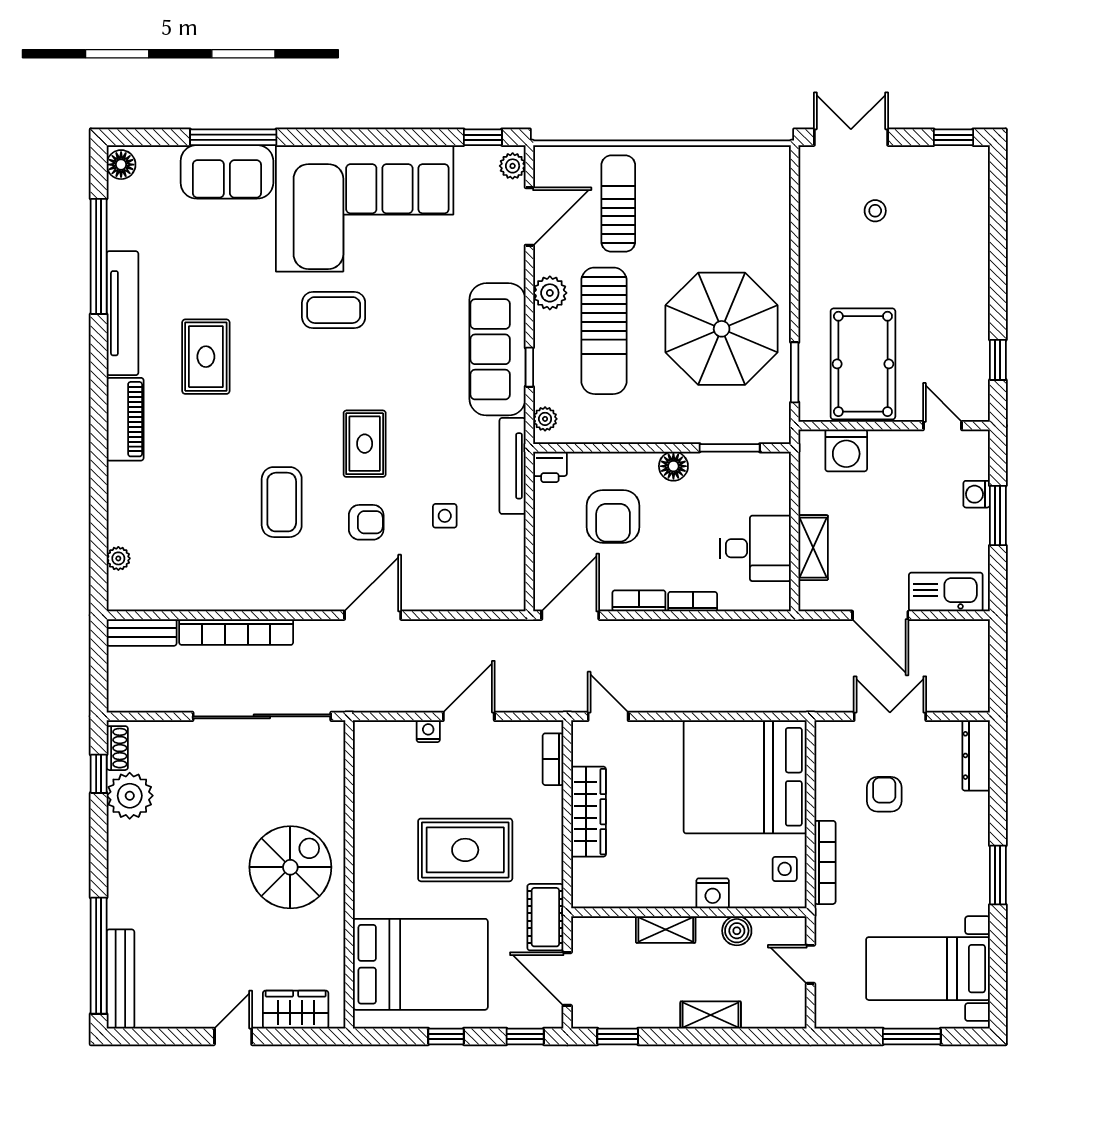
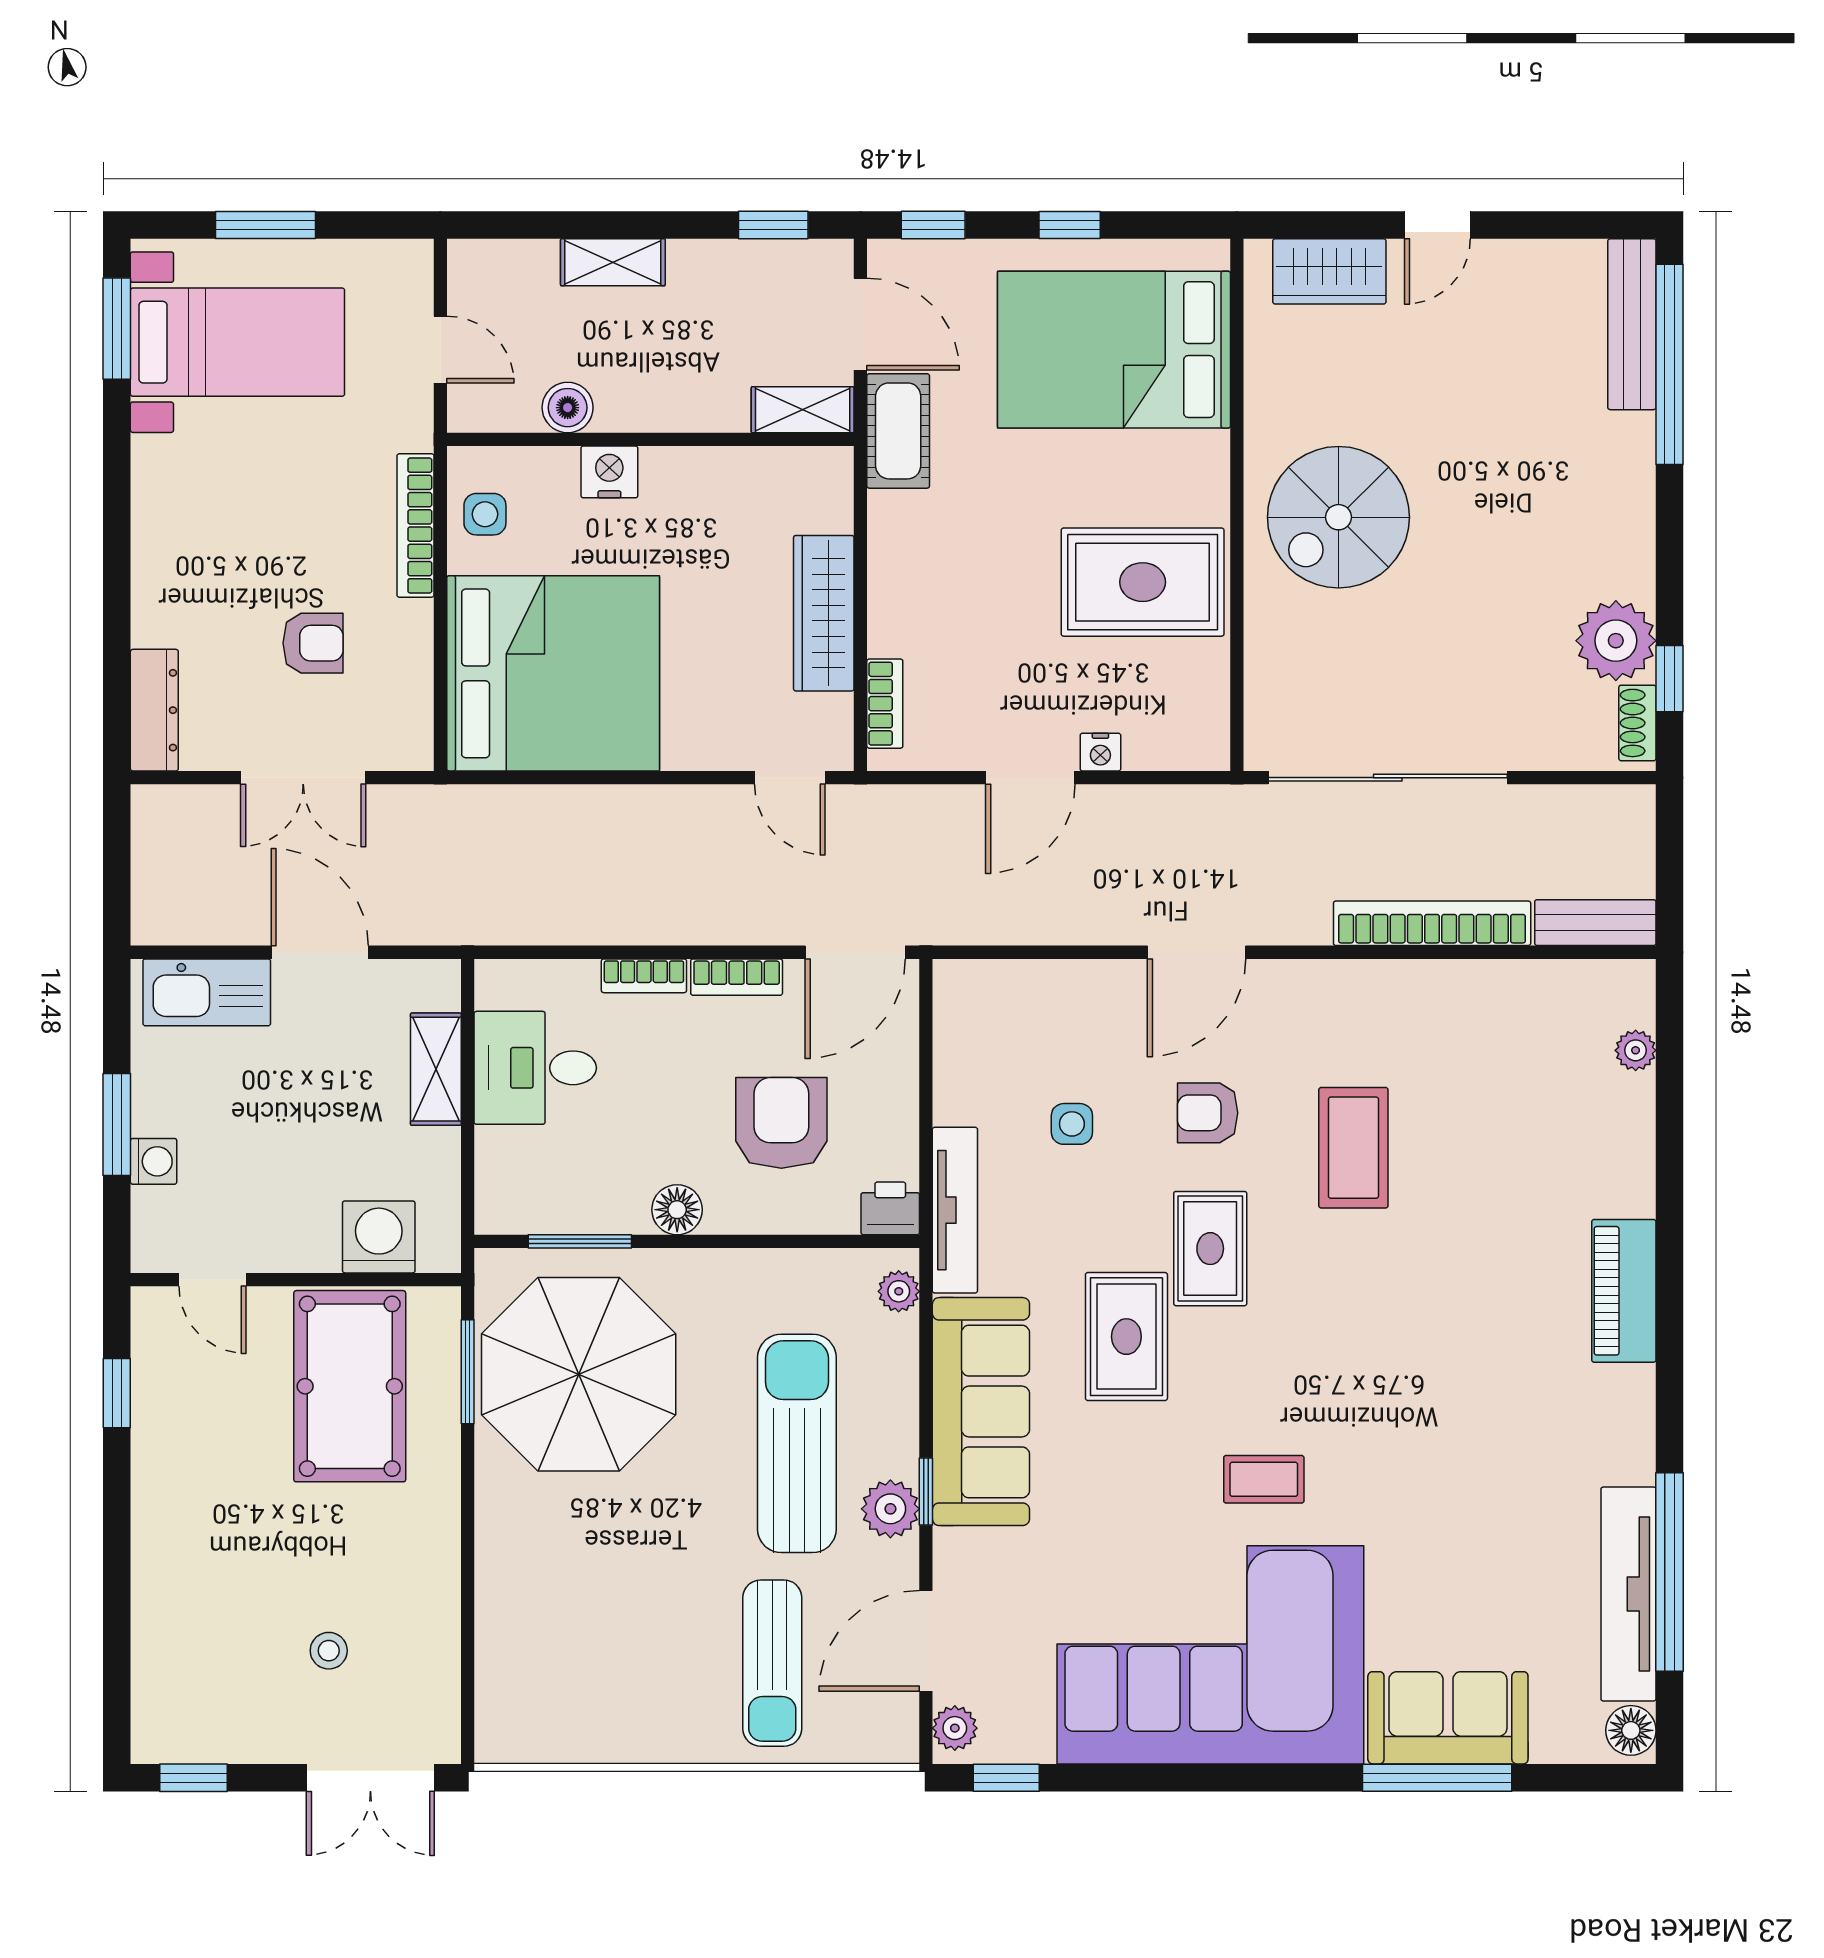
coffee table: (334, 310) -> (1264, 1479), width x0.73, depth x0.77
tv unit: (122, 313) -> (1628, 1594), moved
parasol: (722, 329) -> (579, 1374), moved
rug: (206, 357) -> (1126, 1337), moved
window: (529, 367) -> (926, 1492), moved
armchair: (884, 794) -> (313, 643), turned -90
rug: (465, 850) -> (1143, 582), moved
window: (998, 875) -> (117, 329), moved
shelving: (666, 929) -> (803, 410), moved

